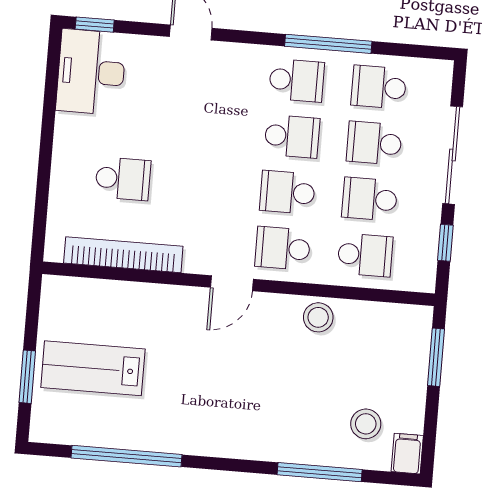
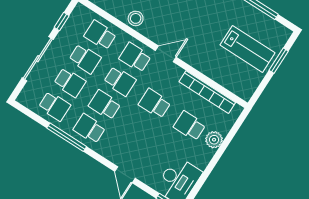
plant: (67, 177) -> (214, 140), added
school desk: (205, 186) -> (155, 103), added
school desk: (283, 248) -> (135, 57), turned 180

